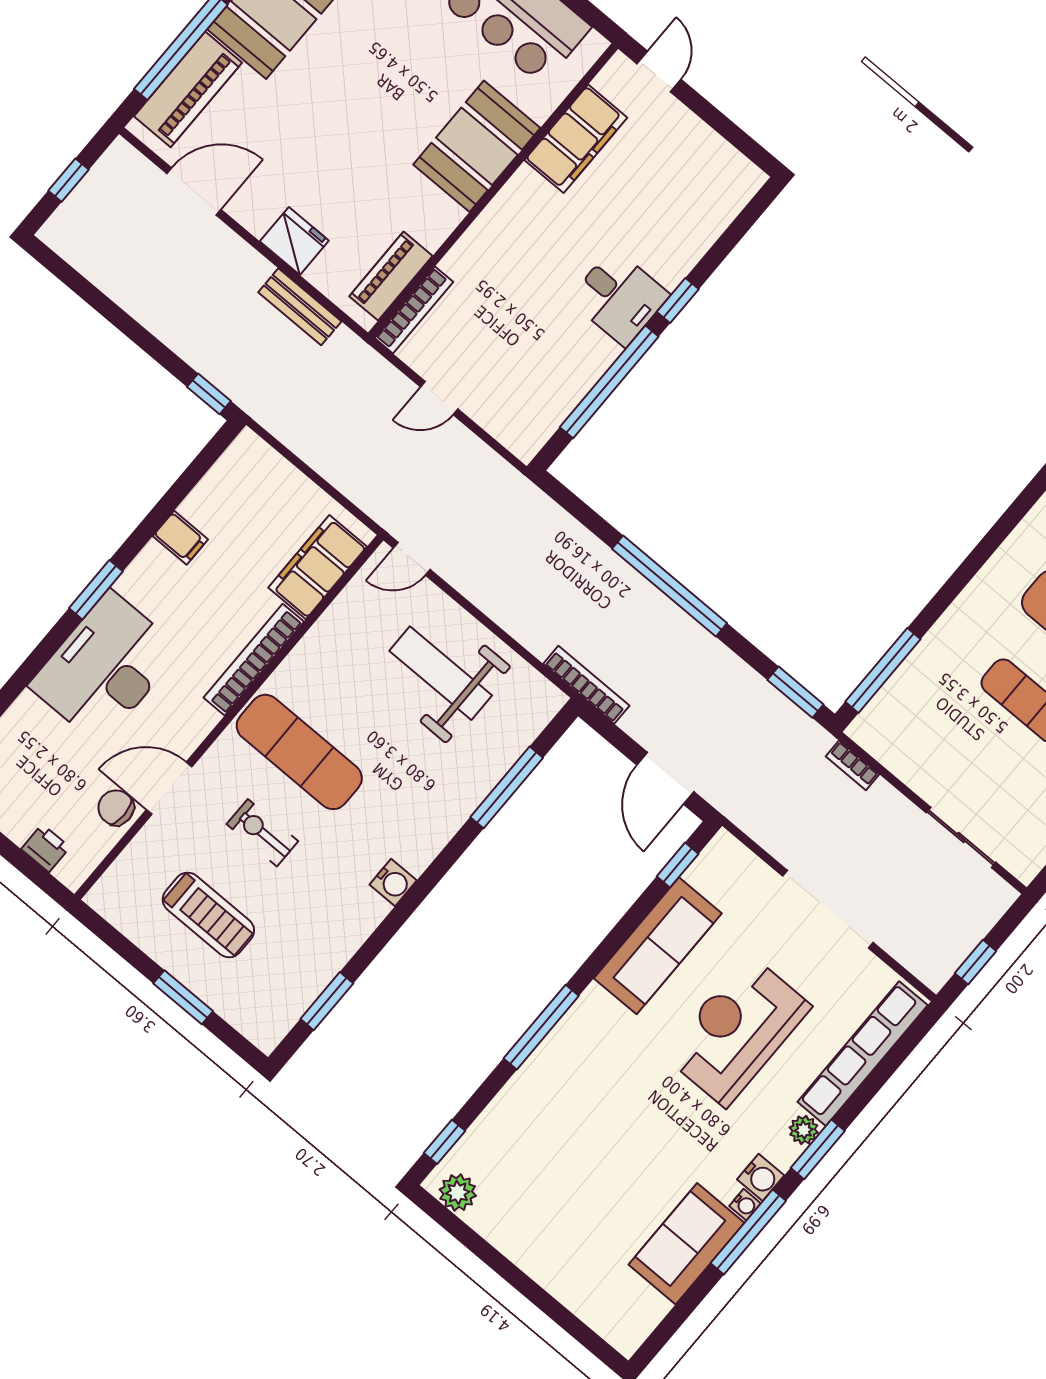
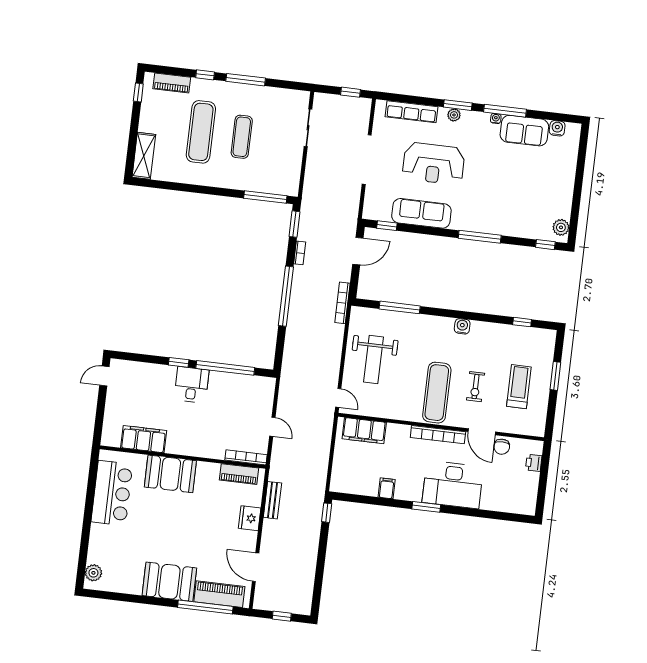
door: (659, 72) -> (104, 376), moved
bookcase: (254, 660) -> (438, 435), moved
bookcase: (853, 765) -> (300, 253), moved
window: (327, 1001) -> (522, 322), width x0.67
row of seats: (863, 1054) -> (412, 112), width x0.73
water cooler: (761, 1177) -> (557, 128), moved

